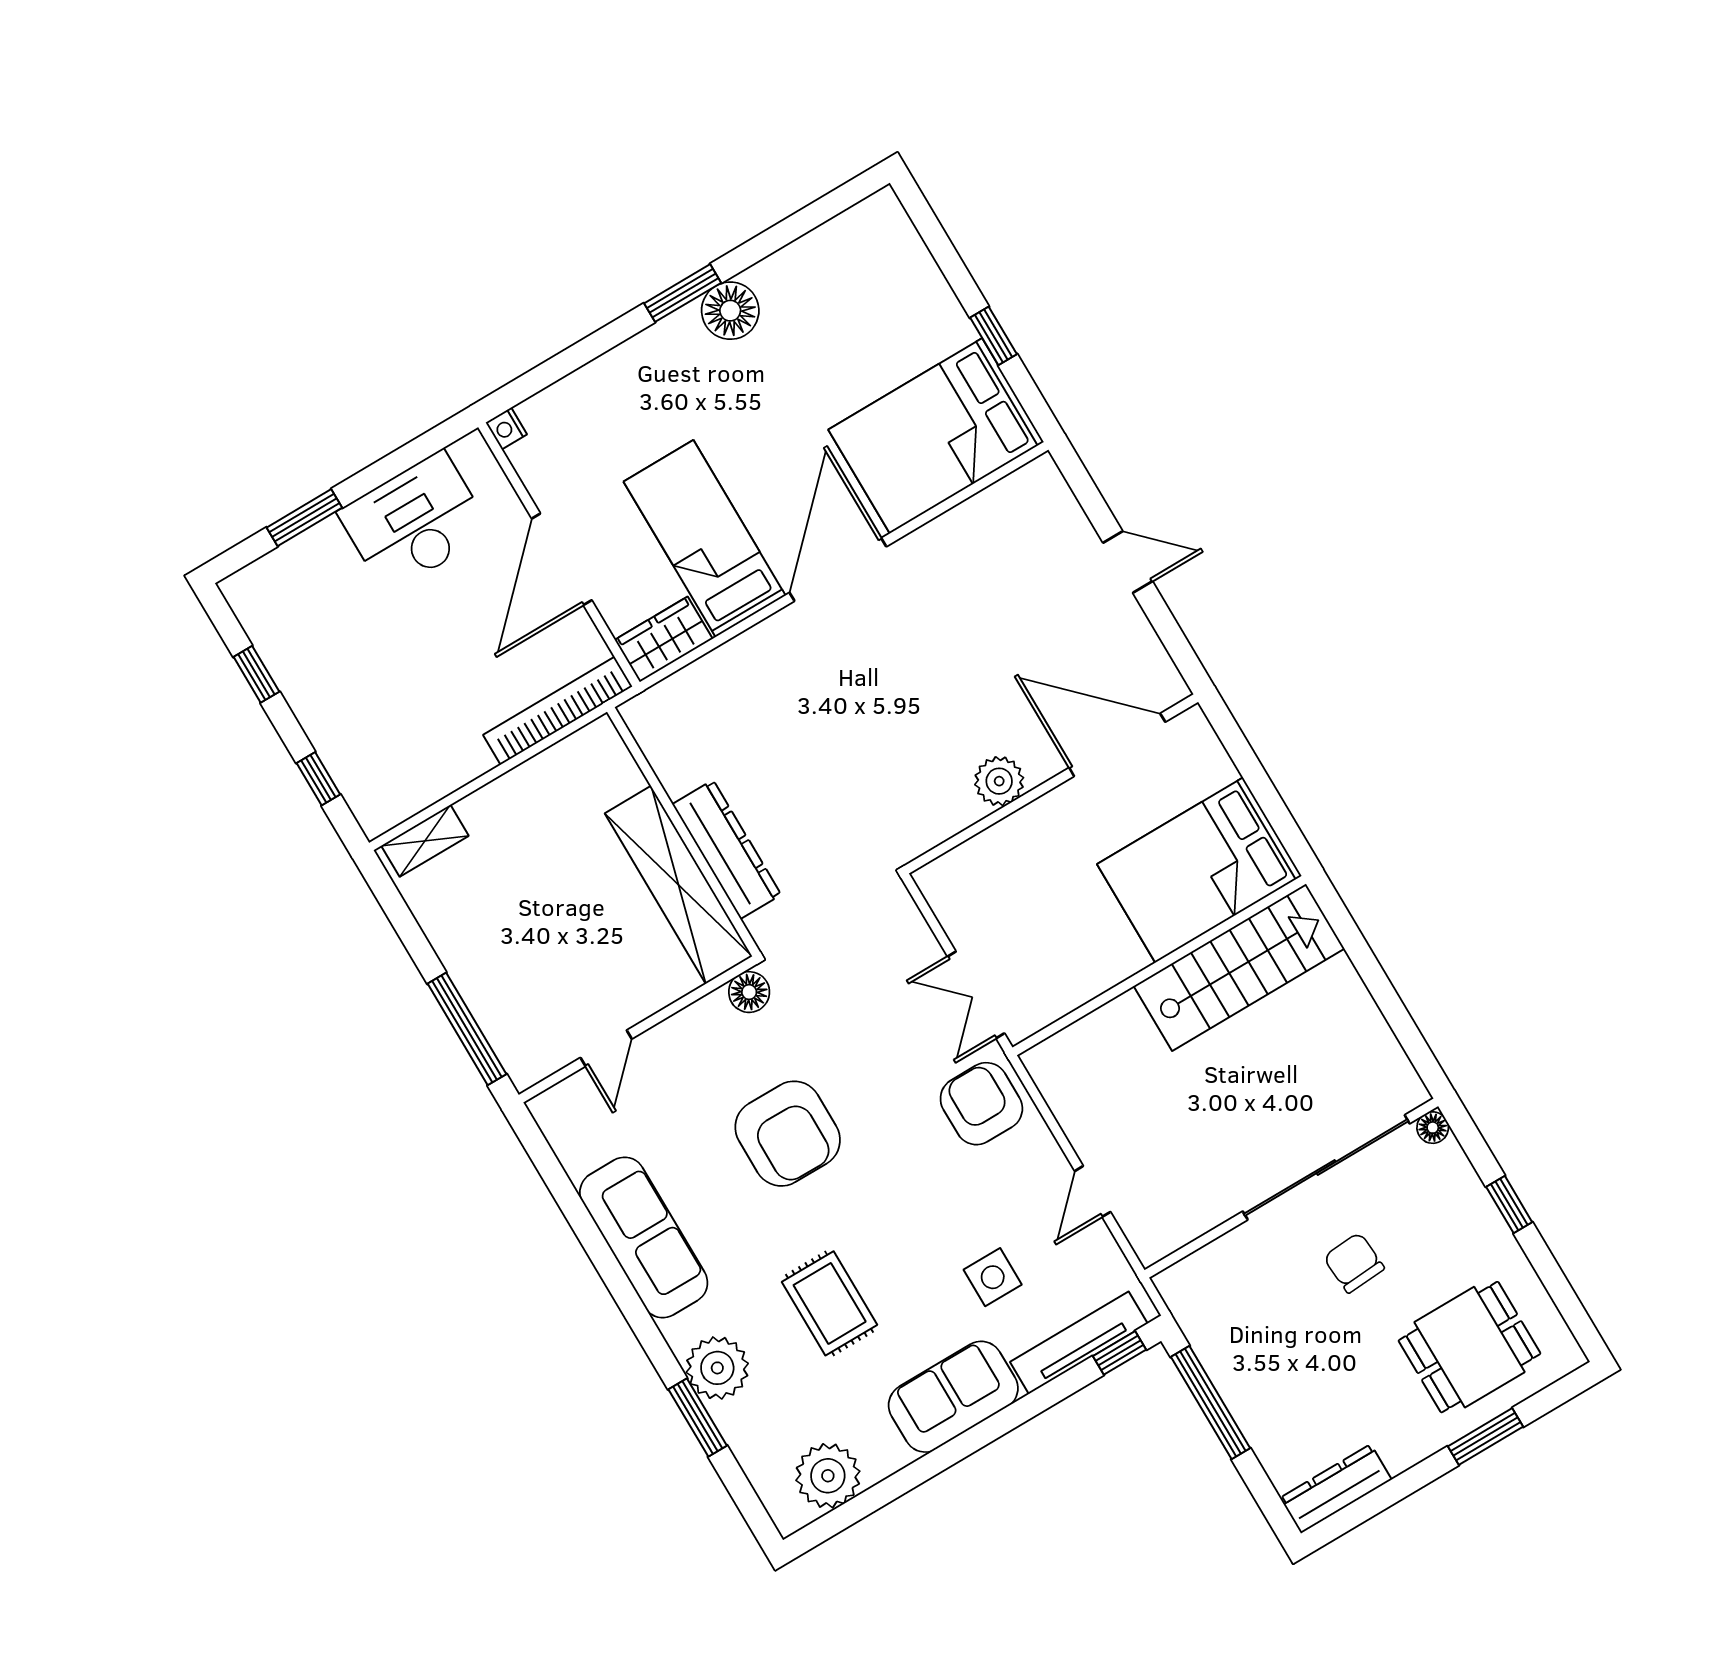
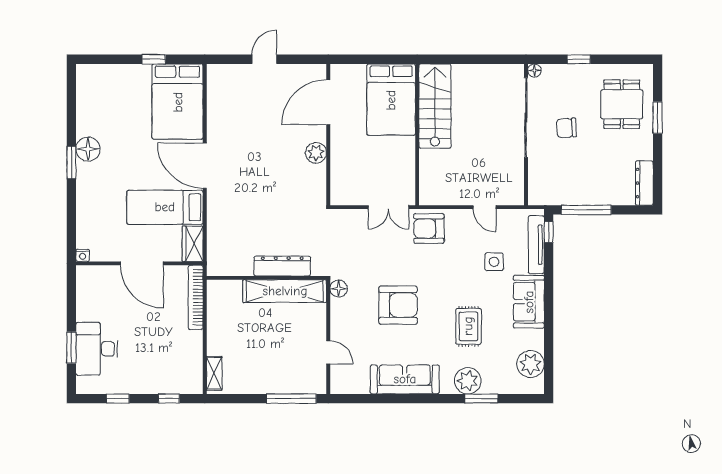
desk: (415, 522) -> (97, 349), moved
rug: (830, 1303) -> (468, 326), turned 90

